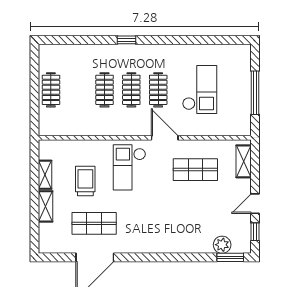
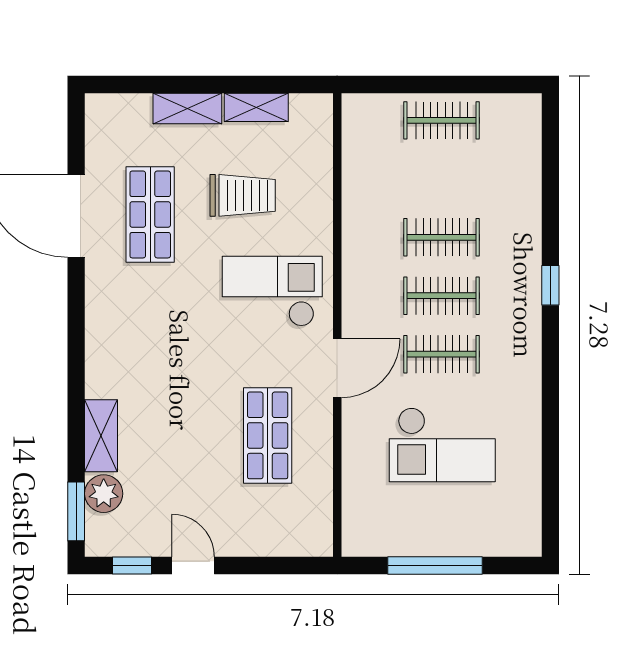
shelving: (244, 161) -> (101, 436), moved, turned 90

